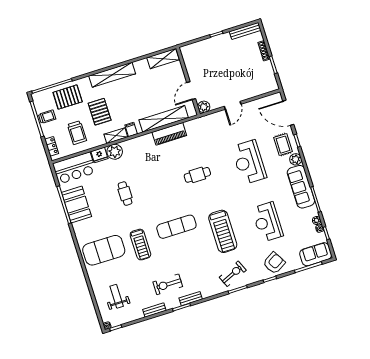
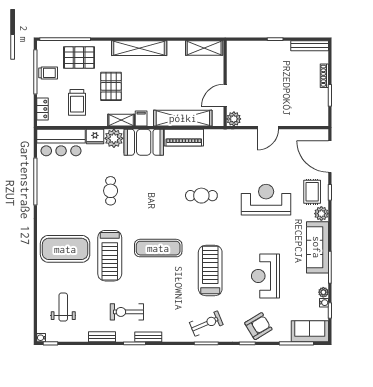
reception desk: (249, 162) -> (266, 200), turned 90
booth: (76, 205) -> (144, 142), moved, turned 90
treadmill: (223, 231) -> (210, 271), turned 180
treadmill: (140, 245) -> (110, 256), width x1.37, depth x1.38

